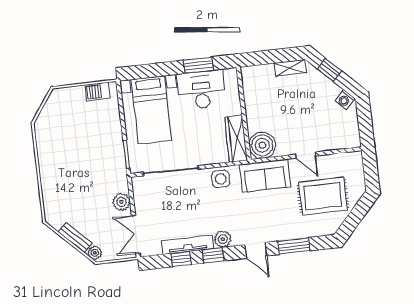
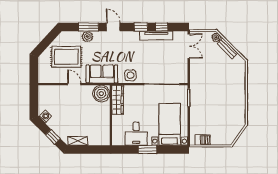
window: (198, 65) -> (147, 150), moved
desk: (201, 90) -> (136, 134), width x0.73
plant: (121, 202) -> (195, 68), removed
plant: (223, 239) -> (87, 37), moved

